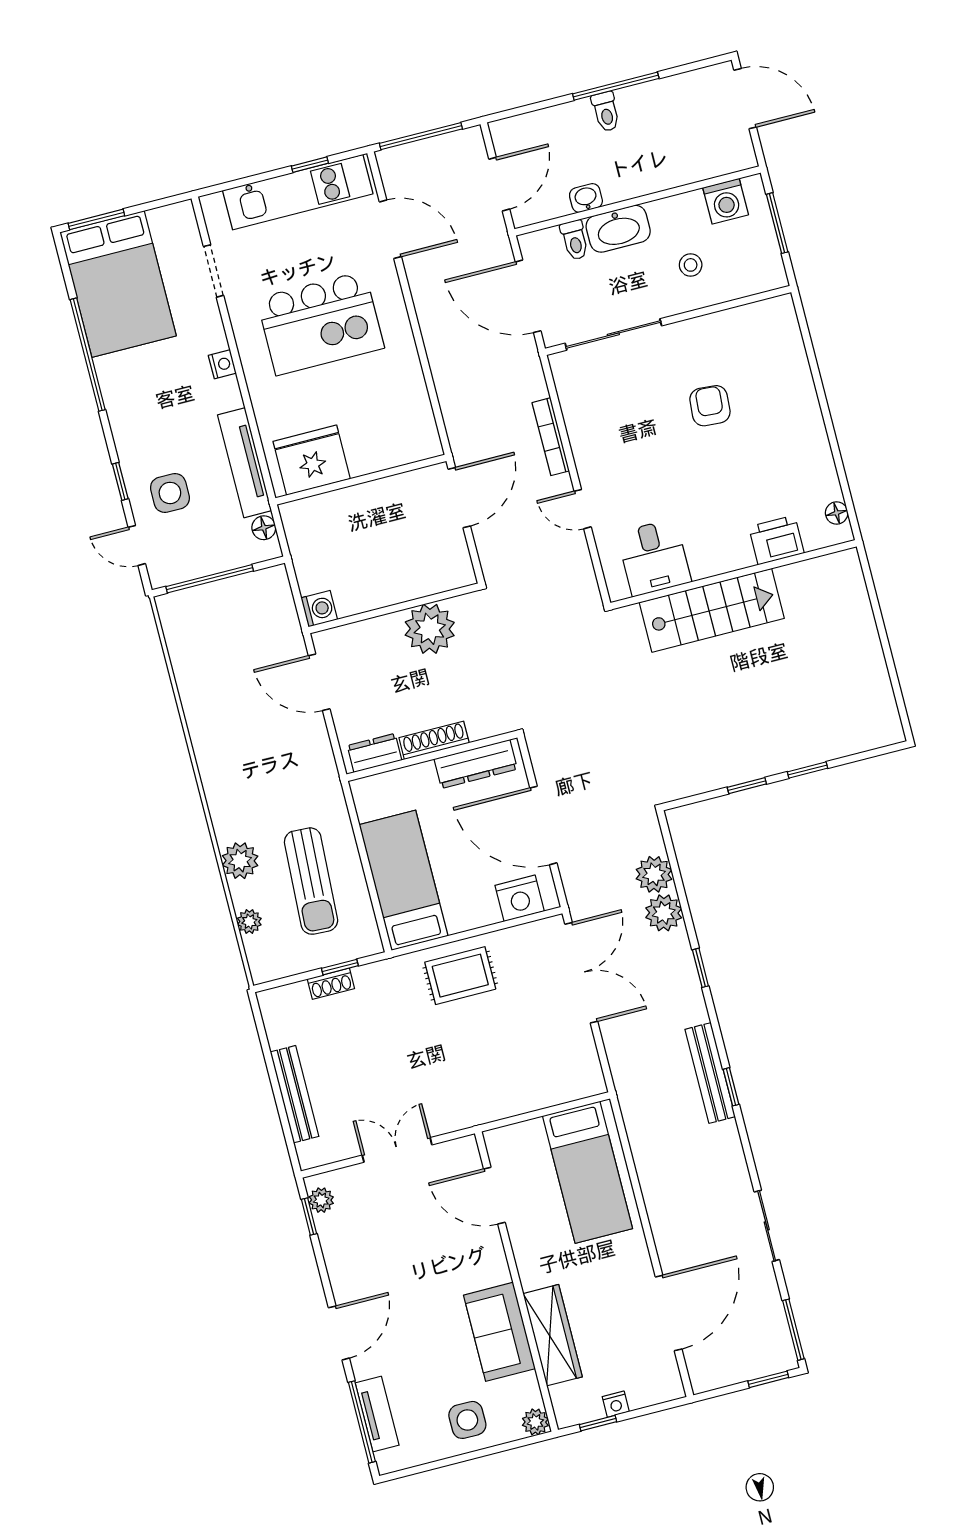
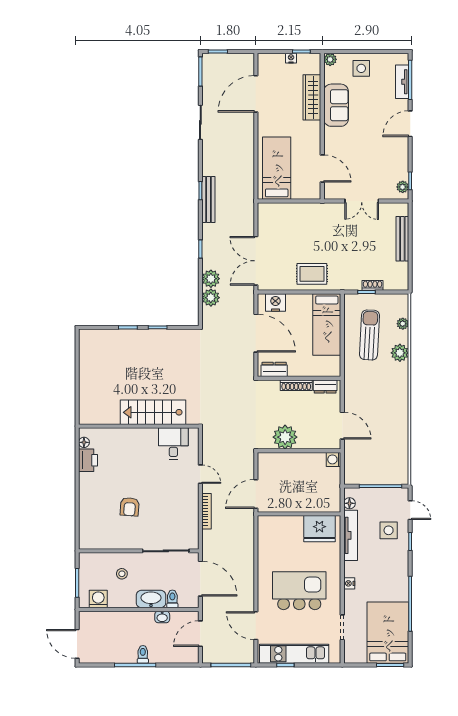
printer: (776, 540) -> (88, 460), moved, turned -90
dresser: (476, 764) -> (274, 369), width x0.70

